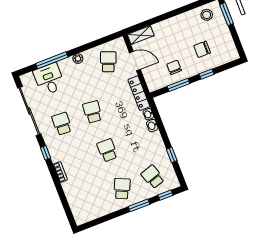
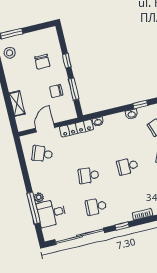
shelving: (141, 35) -> (17, 104), moved
plant: (78, 59) -> (39, 197), moved
washbasin: (152, 126) -> (131, 114), moved

